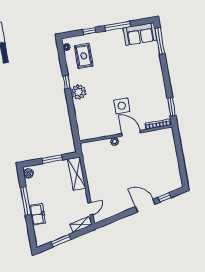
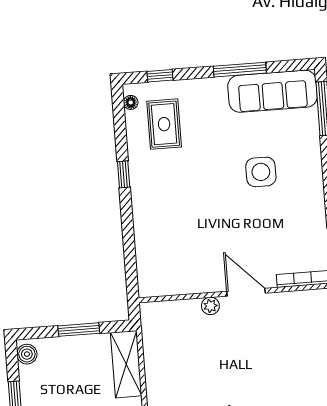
window: (89, 31) -> (160, 76), moved
sofa: (140, 34) -> (273, 91), width x1.36
plant: (79, 92) -> (146, 197), removed
side table: (122, 106) -> (261, 172), moved

